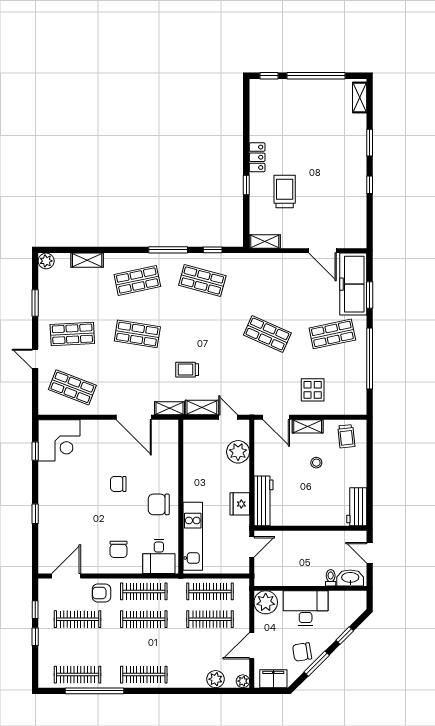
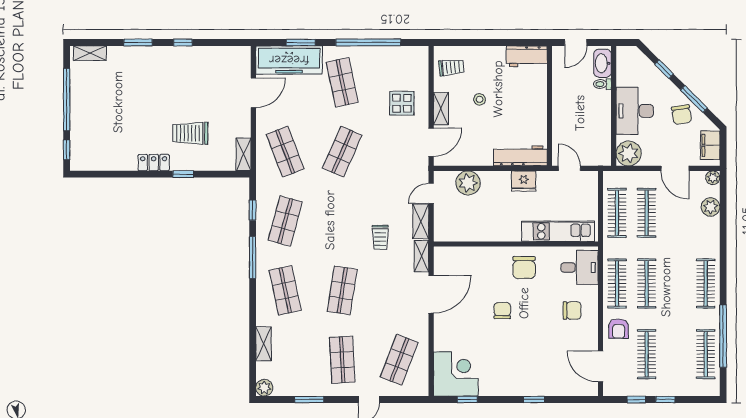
shop shelf: (267, 280) -> (285, 152), added
chair: (118, 484) -> (502, 311), turned 180

